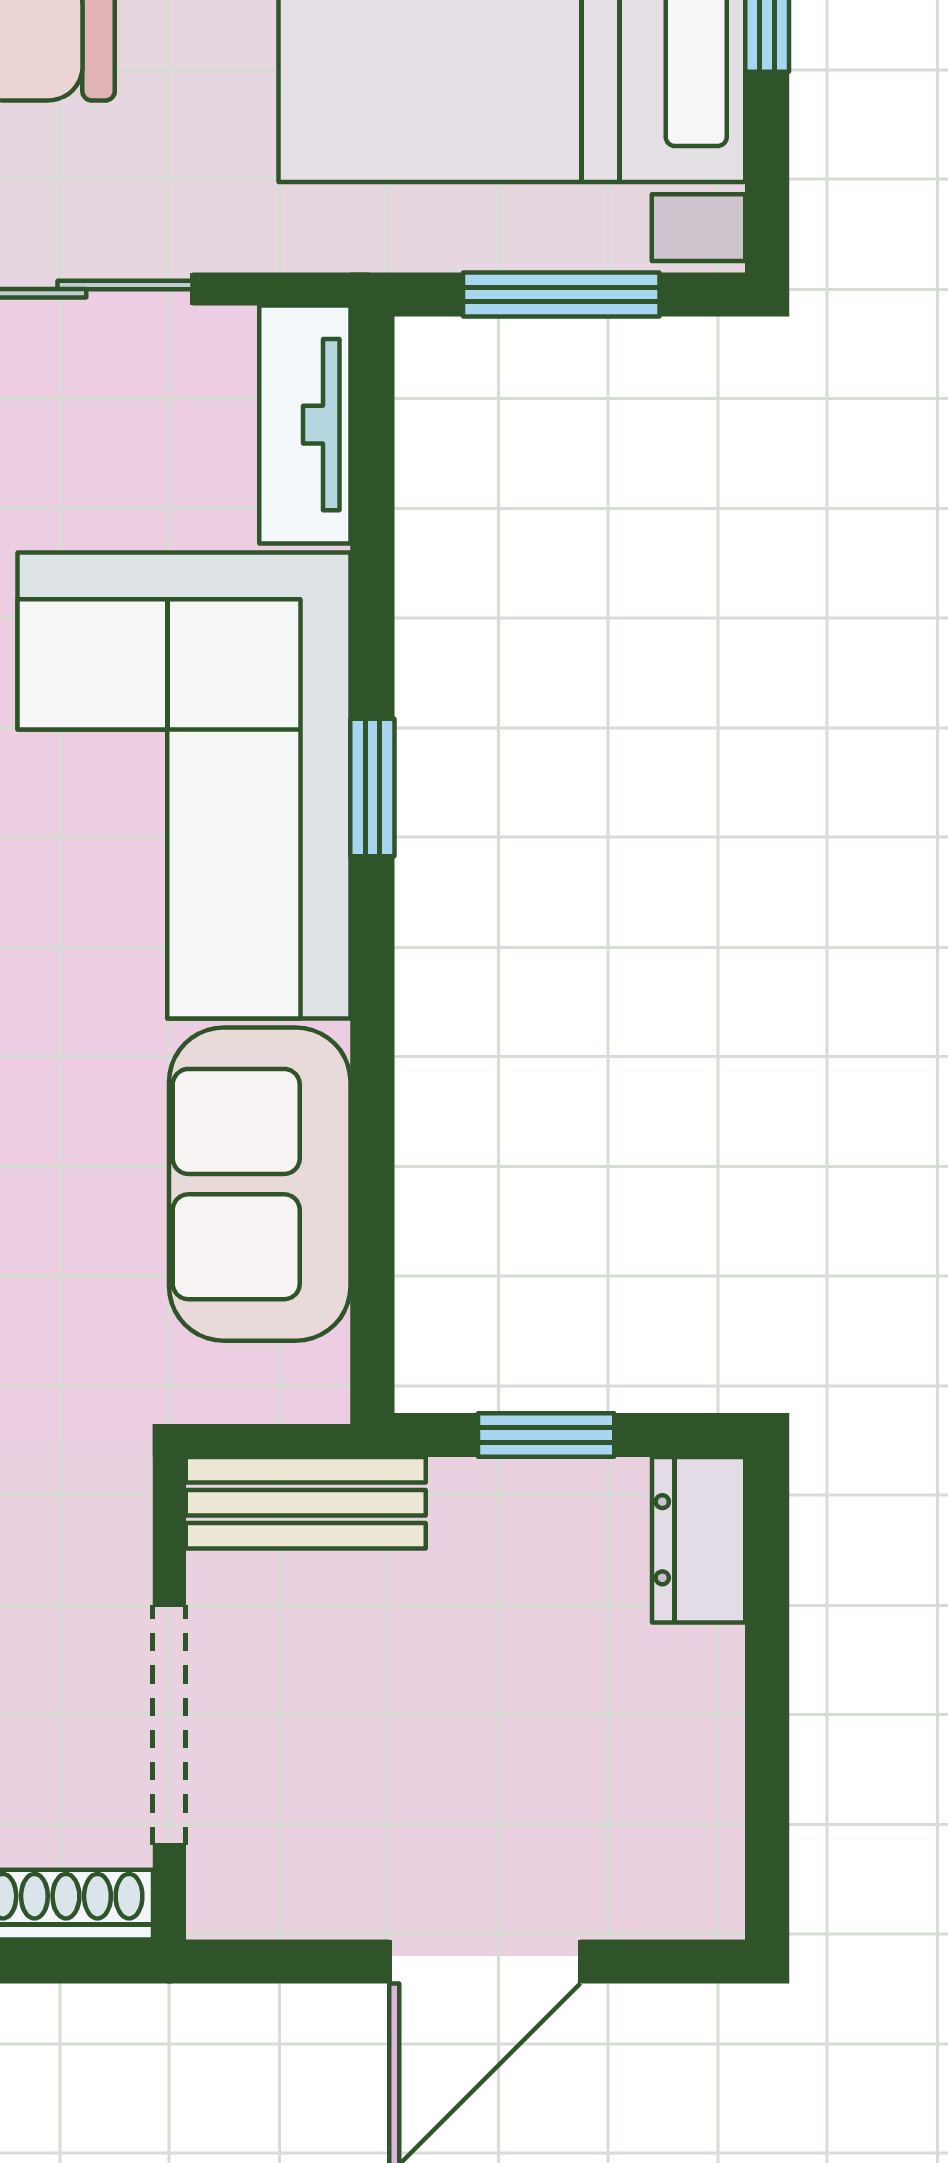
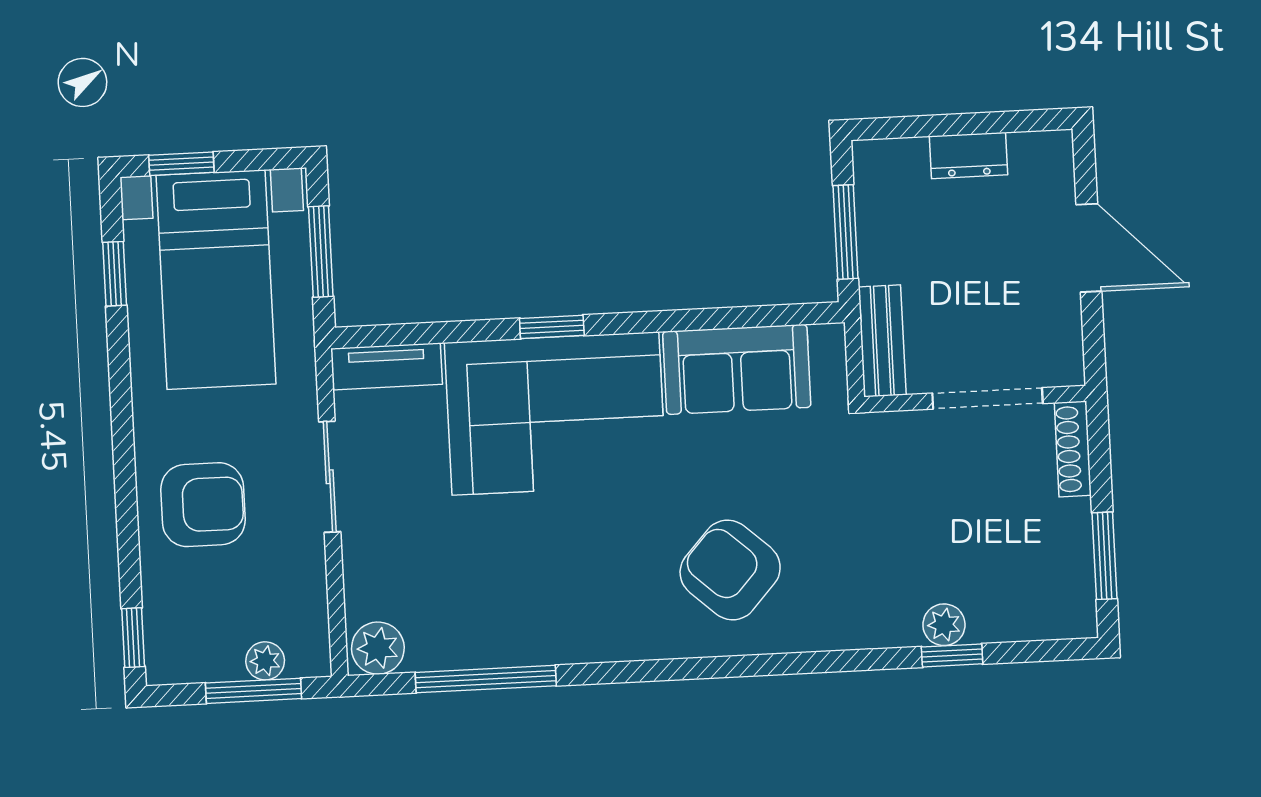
window: (546, 1435) -> (845, 232), width x1.50
dresser: (699, 1540) -> (968, 155), moved

